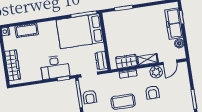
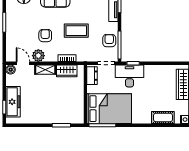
boiler: (179, 43) -> (11, 70), moved
door: (170, 62) -> (23, 63), hinge flipped
desk: (55, 67) -> (129, 76), moved

